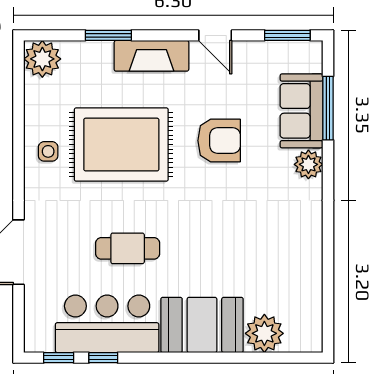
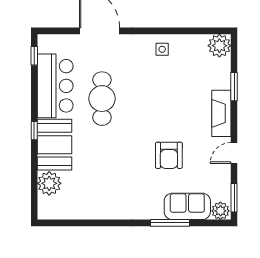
window: (328, 108) -> (170, 223), moved
rug: (121, 145) -> (166, 95), removed
plant: (308, 164) -> (220, 211), moved
cafe table: (128, 248) -> (102, 99), width x1.37, depth x1.35
window: (103, 358) -> (34, 131), moved

